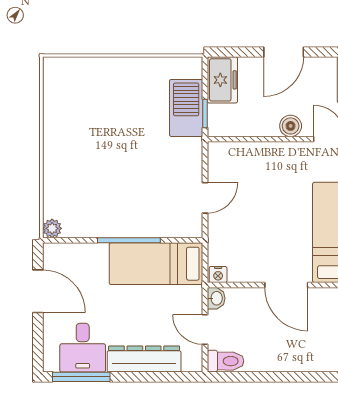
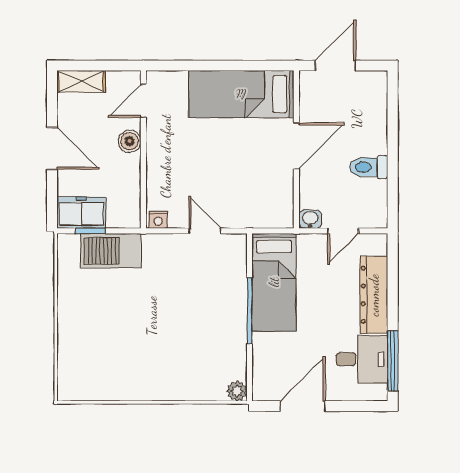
window: (205, 114) -> (90, 231), moved
nightstand: (218, 274) -> (158, 220), moved, turned 90
toilet: (226, 361) -> (369, 167), moved, turned -90

